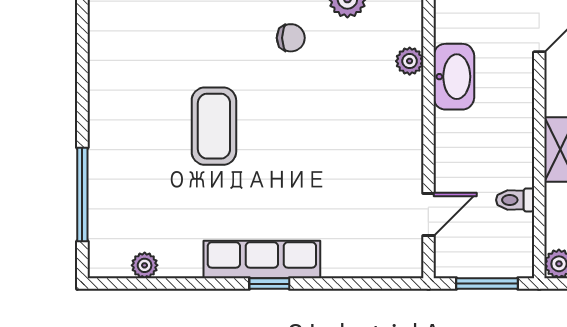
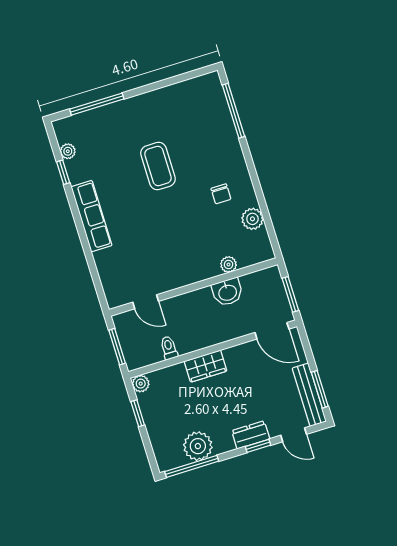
washbasin: (454, 77) -> (227, 292), width x0.72
coffee table: (214, 126) -> (158, 166), turned 90
window: (269, 284) -> (63, 172), moved

